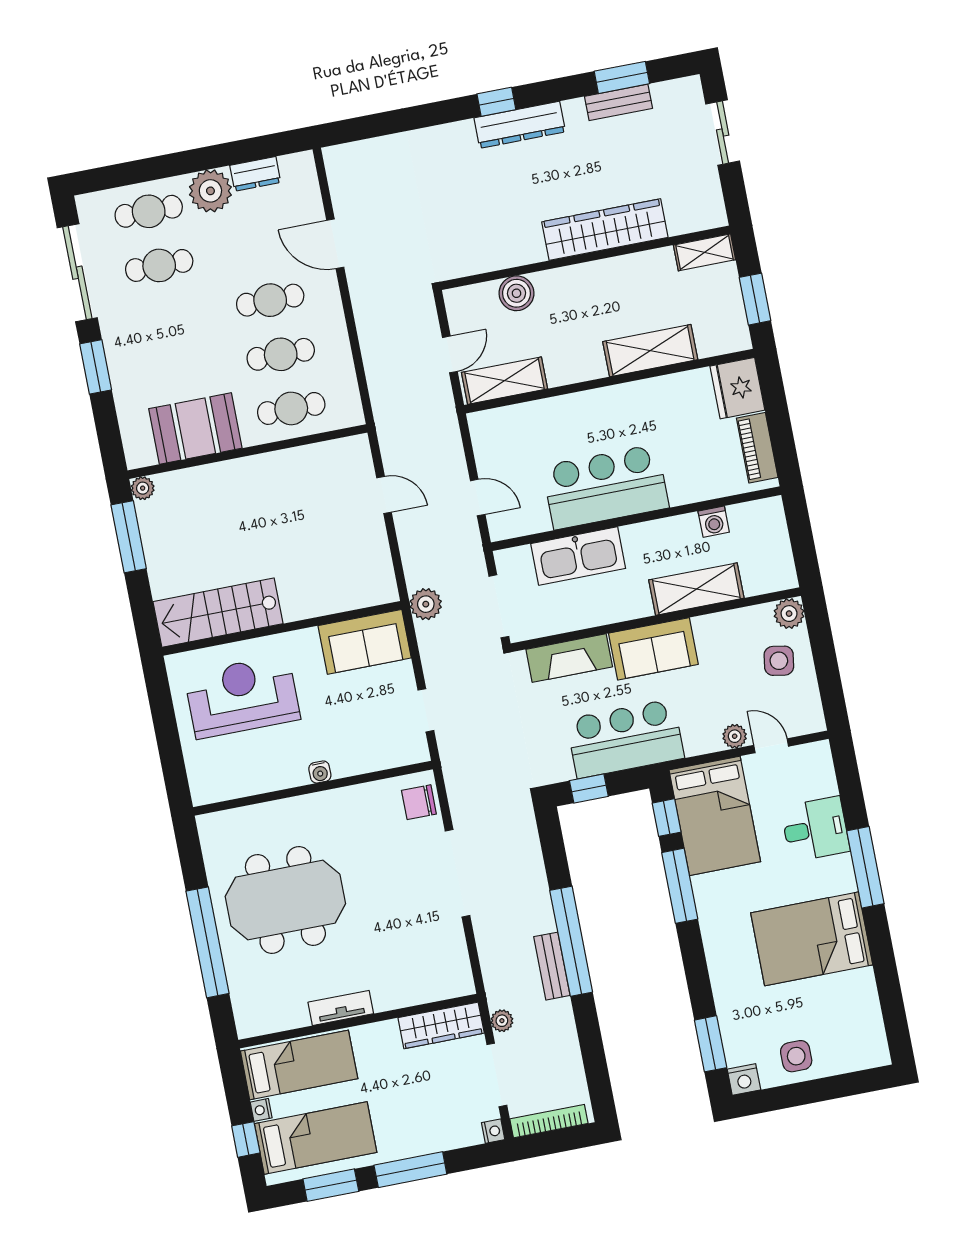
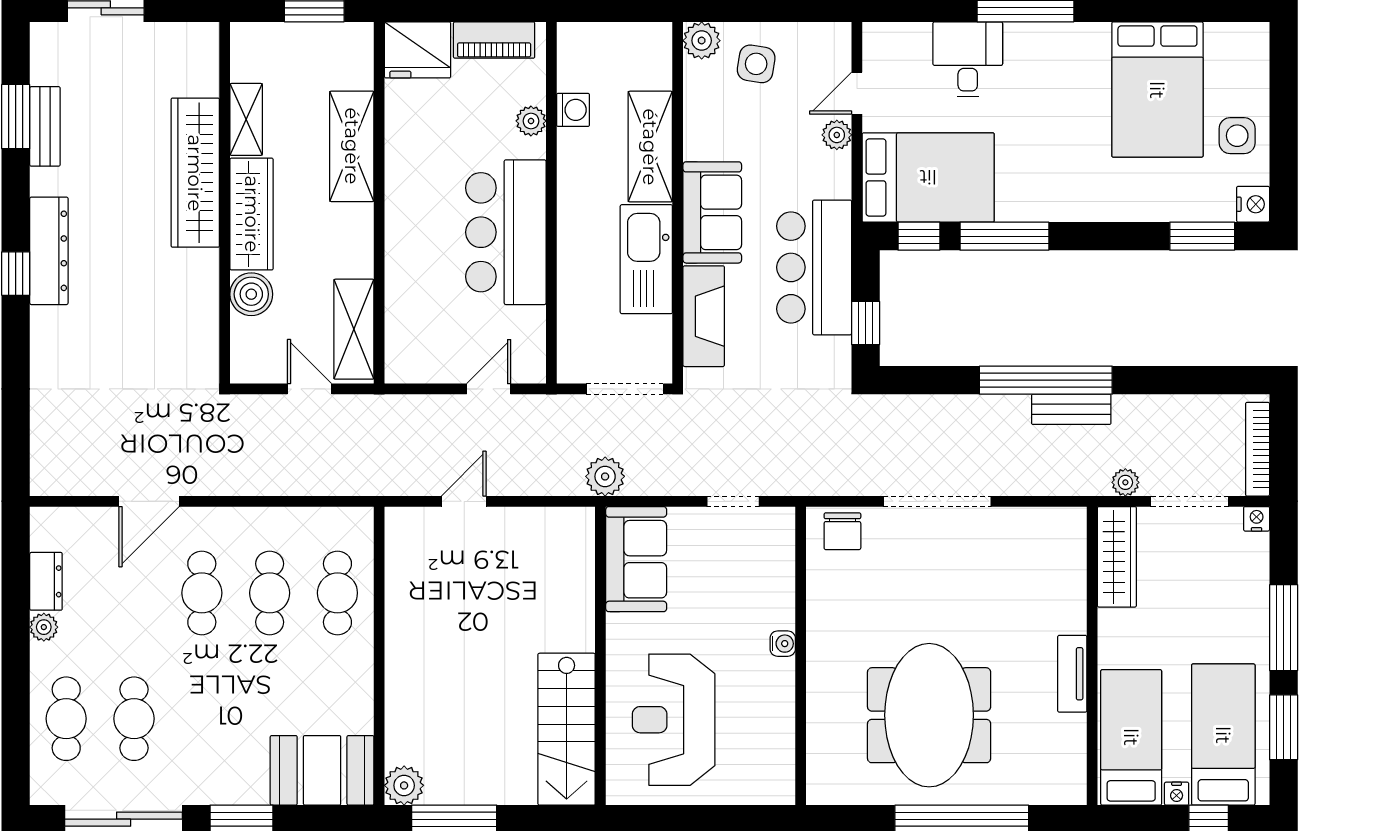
plant: (210, 191) -> (44, 627), width x0.53, depth x0.53
shelving: (704, 252) -> (246, 119), moved
wardrobe: (581, 281) -> (252, 214), added
booth: (195, 428) -> (322, 770), moved, turned 90
plant: (143, 488) -> (404, 785), width x1.38, depth x1.38
plant: (698, 490) -> (531, 121), added
kitchen sink: (578, 556) -> (646, 259), moved, turned 180
bed: (812, 939) -> (1157, 90), moved

